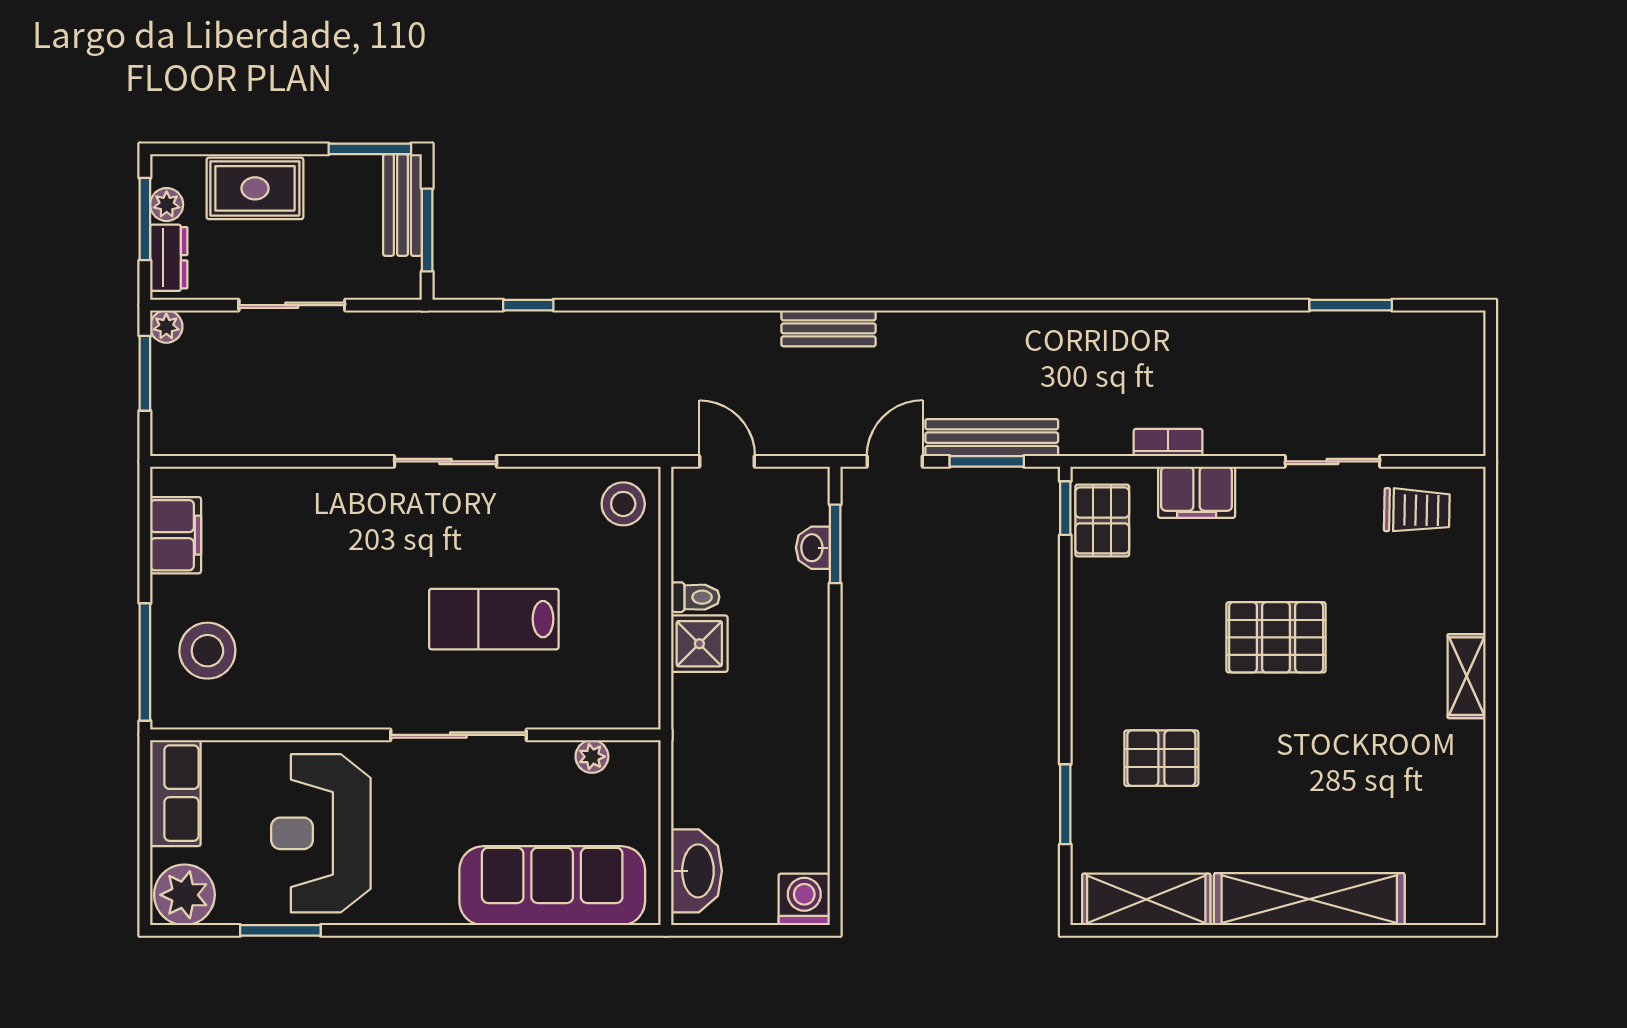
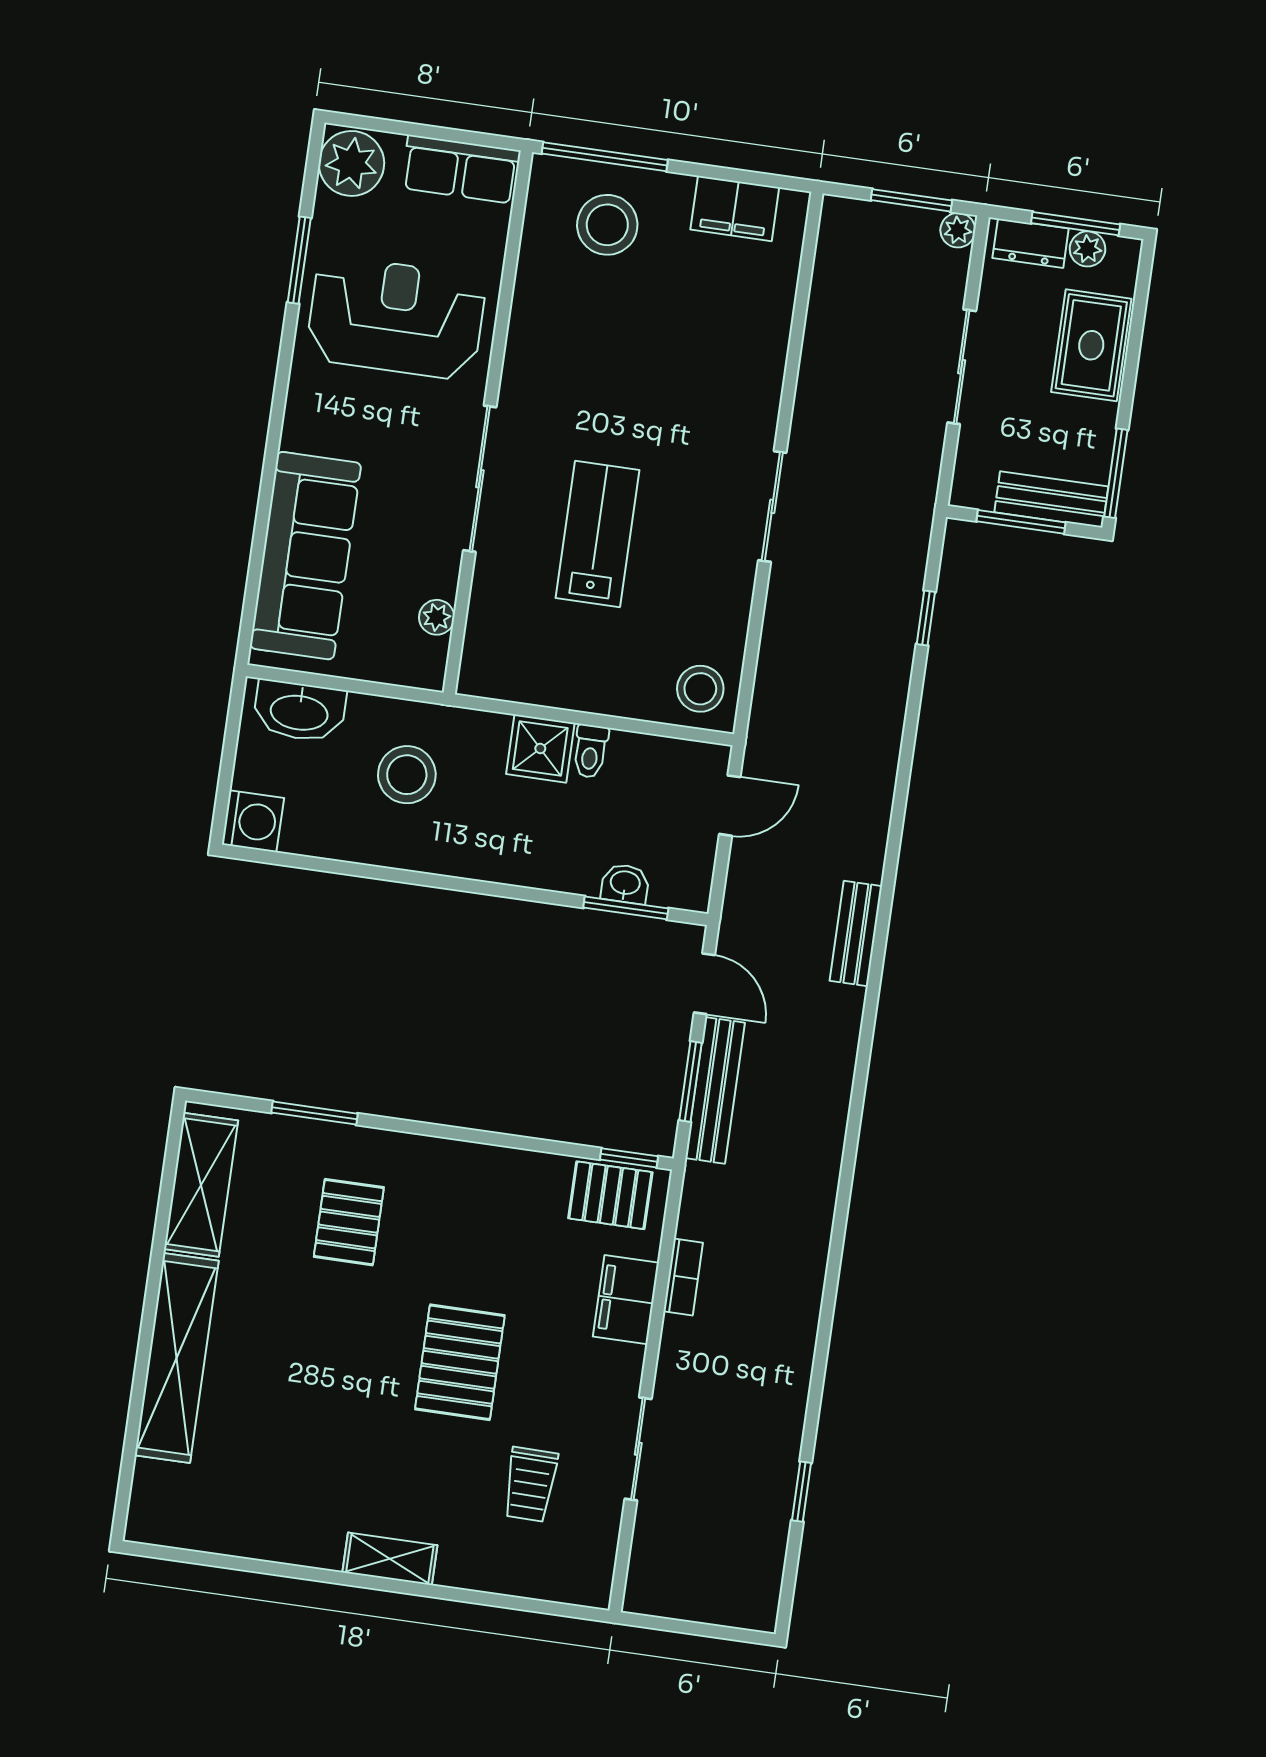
window: (1351, 305) -> (802, 1492), width x0.67
trolley: (1417, 510) -> (530, 1484), moved
stool: (741, 763) -> (407, 775), added

